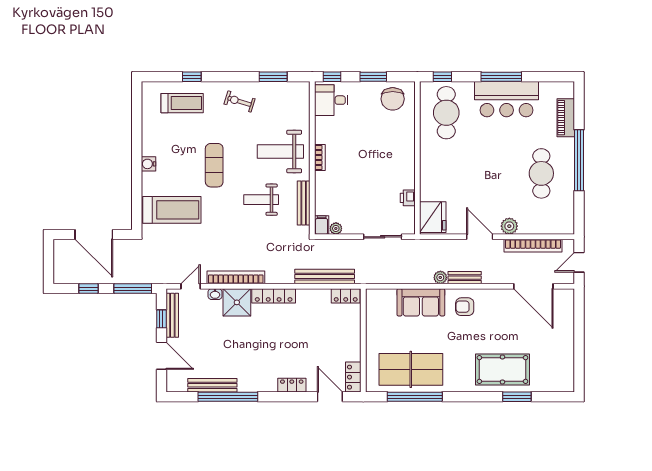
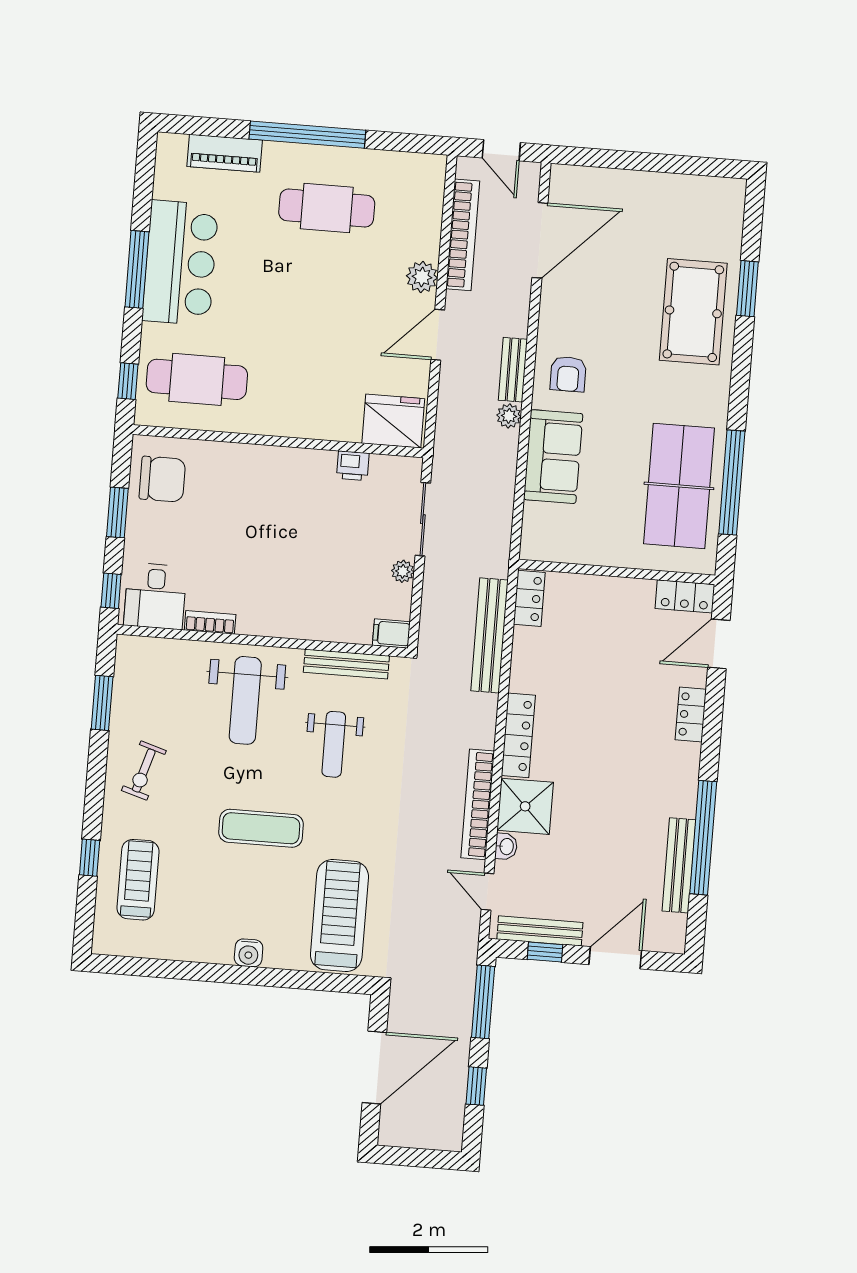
bookcase: (320, 158) -> (210, 622), moved
plant: (336, 228) -> (403, 571), moved

